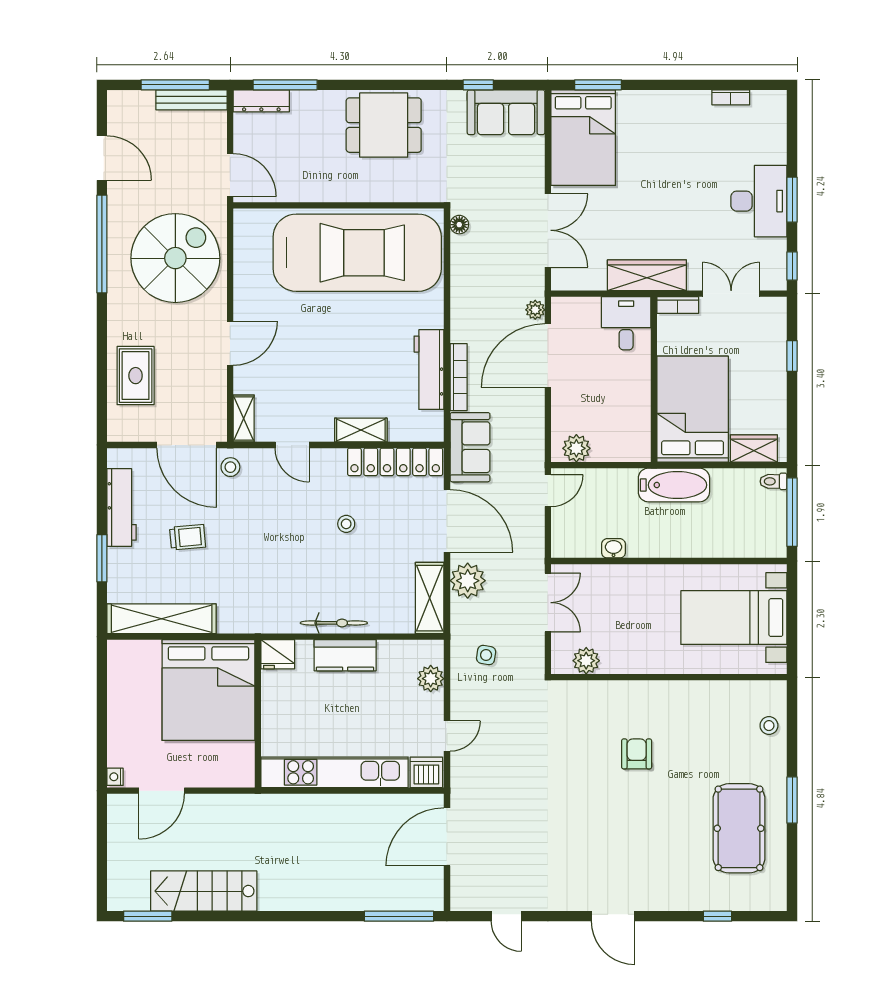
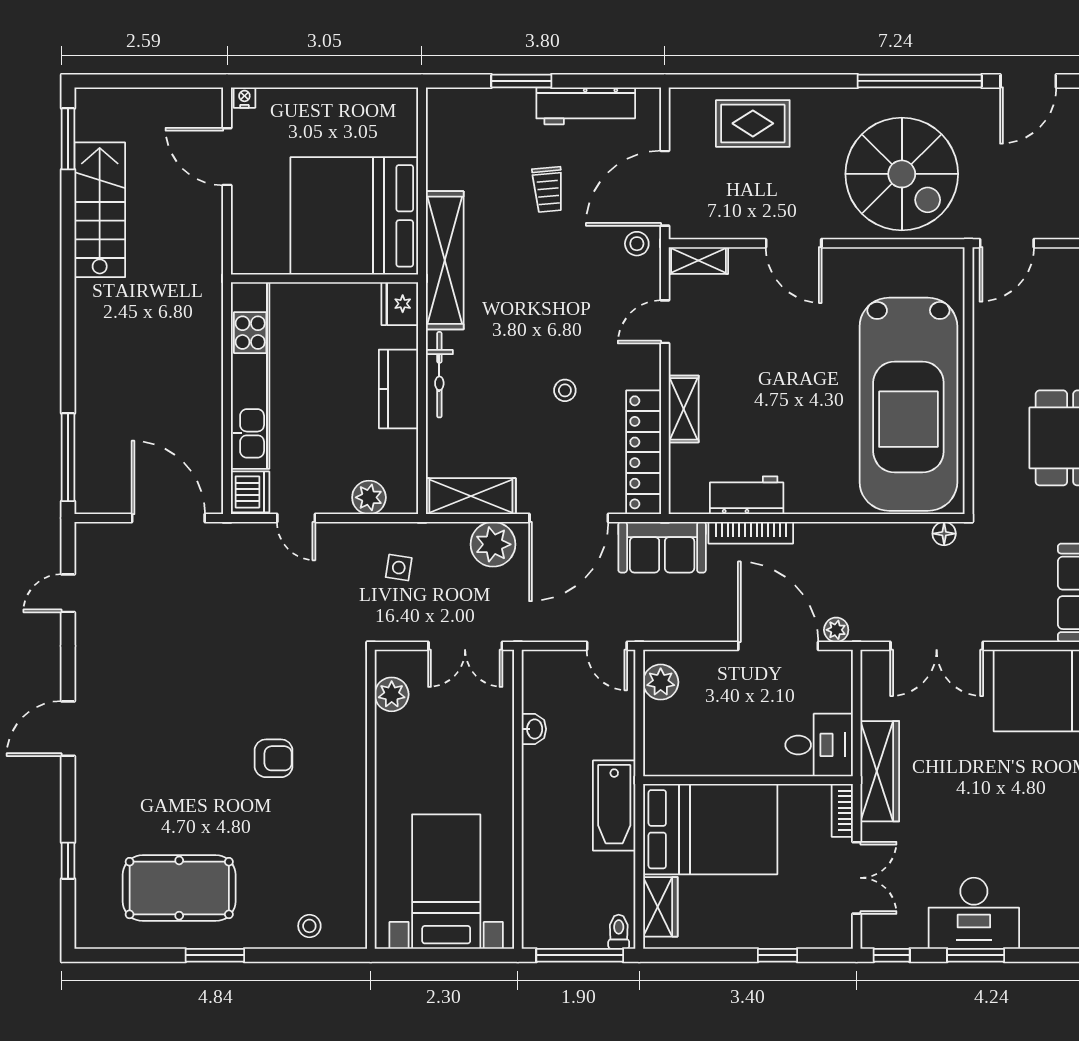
workbench: (429, 370) -> (747, 495), width x0.73
shelving: (162, 619) -> (445, 260), moved

